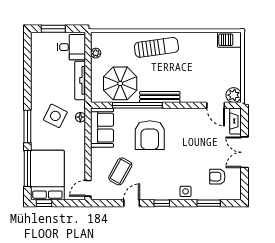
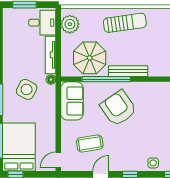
plant: (96, 53) -> (70, 24), width x1.88, depth x1.88
floor lamp: (80, 117) -> (51, 80), moved
armchair: (150, 135) -> (118, 108), turned 145
coffee table: (120, 171) -> (90, 143), turned 52

